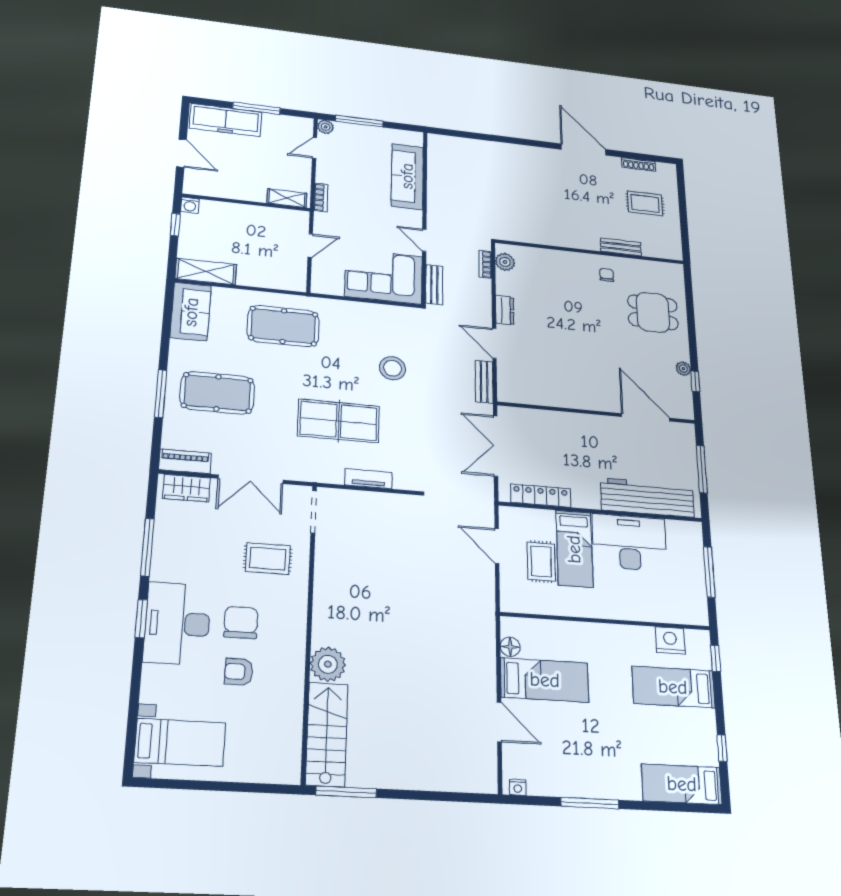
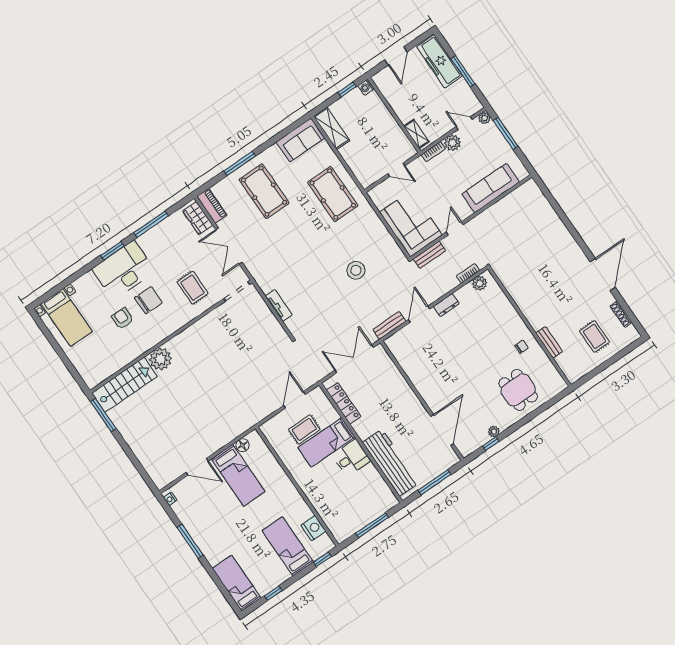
plant: (327, 174) -> (452, 143), added
table tennis table: (339, 421) -> (300, 265), removed
desk: (629, 543) -> (351, 458), width x0.53, depth x0.77
door: (499, 722) -> (197, 467), hinge flipped

